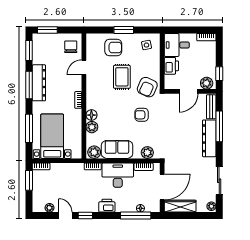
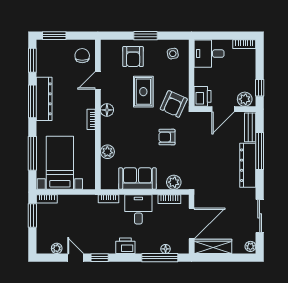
armchair: (113, 48) -> (133, 57), turned 90
printer: (171, 66) -> (202, 96), moved
floor lamp: (91, 115) -> (107, 110), moved
plant: (94, 152) -> (110, 182), removed
desk: (118, 175) -> (138, 209), width x0.73

